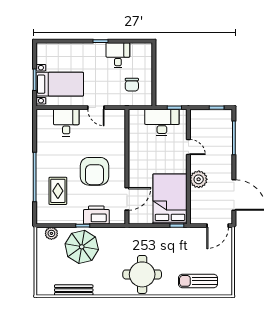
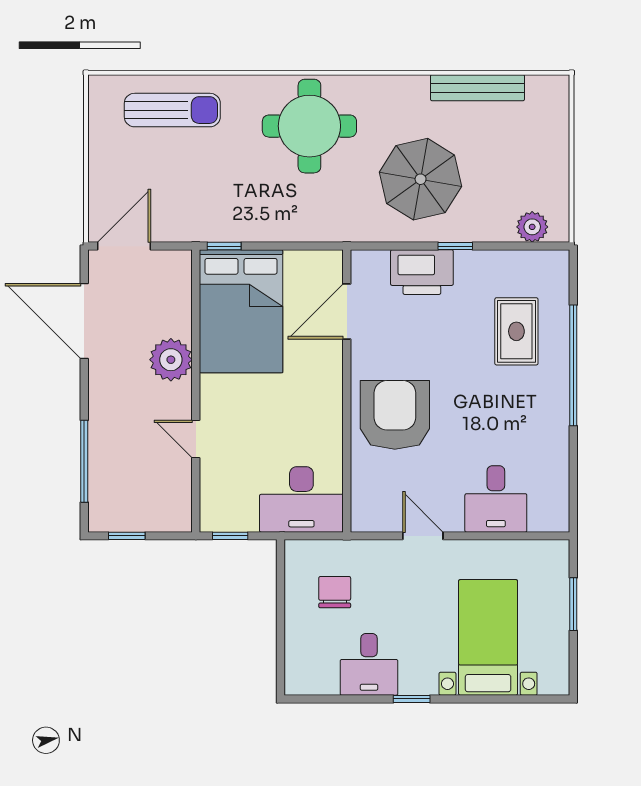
bed with nightstands: (60, 84) -> (488, 637), moved, turned 90
desk: (162, 122) -> (301, 499), moved
armchair: (95, 171) -> (395, 415), moved
parasol: (82, 247) -> (421, 179), moved

